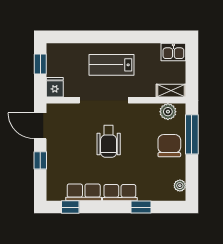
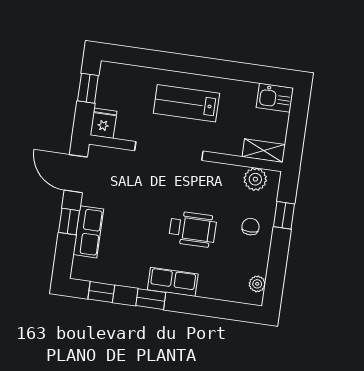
window: (192, 134) -> (284, 215), width x0.46
wheelchair: (109, 141) -> (193, 229), moved, turned -90
chair: (169, 146) -> (250, 227), width x0.54, depth x0.54
row of seats: (84, 192) -> (88, 232), moved, turned 90
window: (141, 207) -> (151, 299), moved

